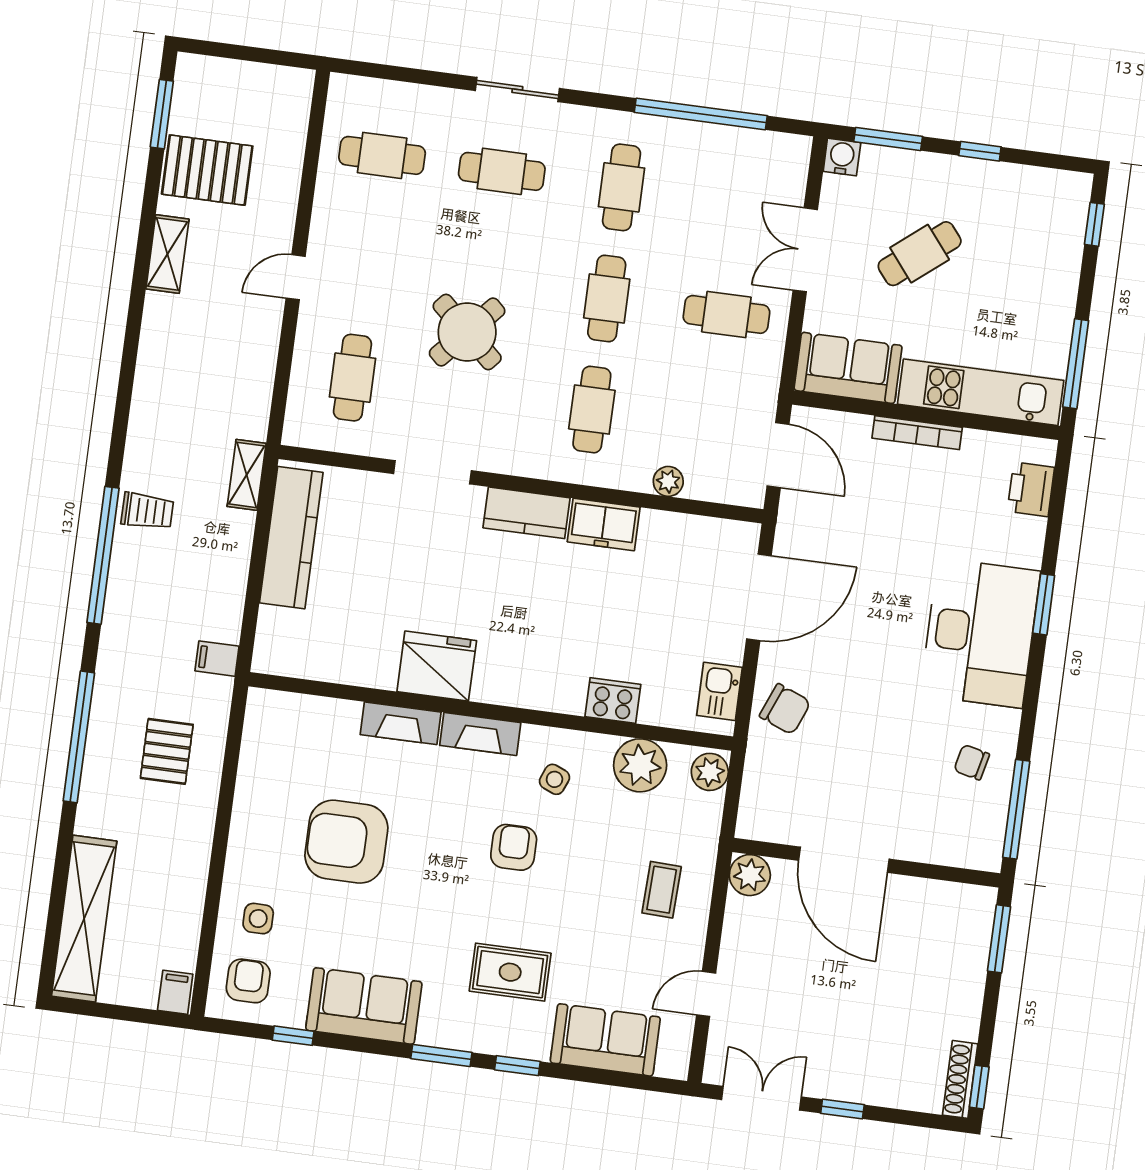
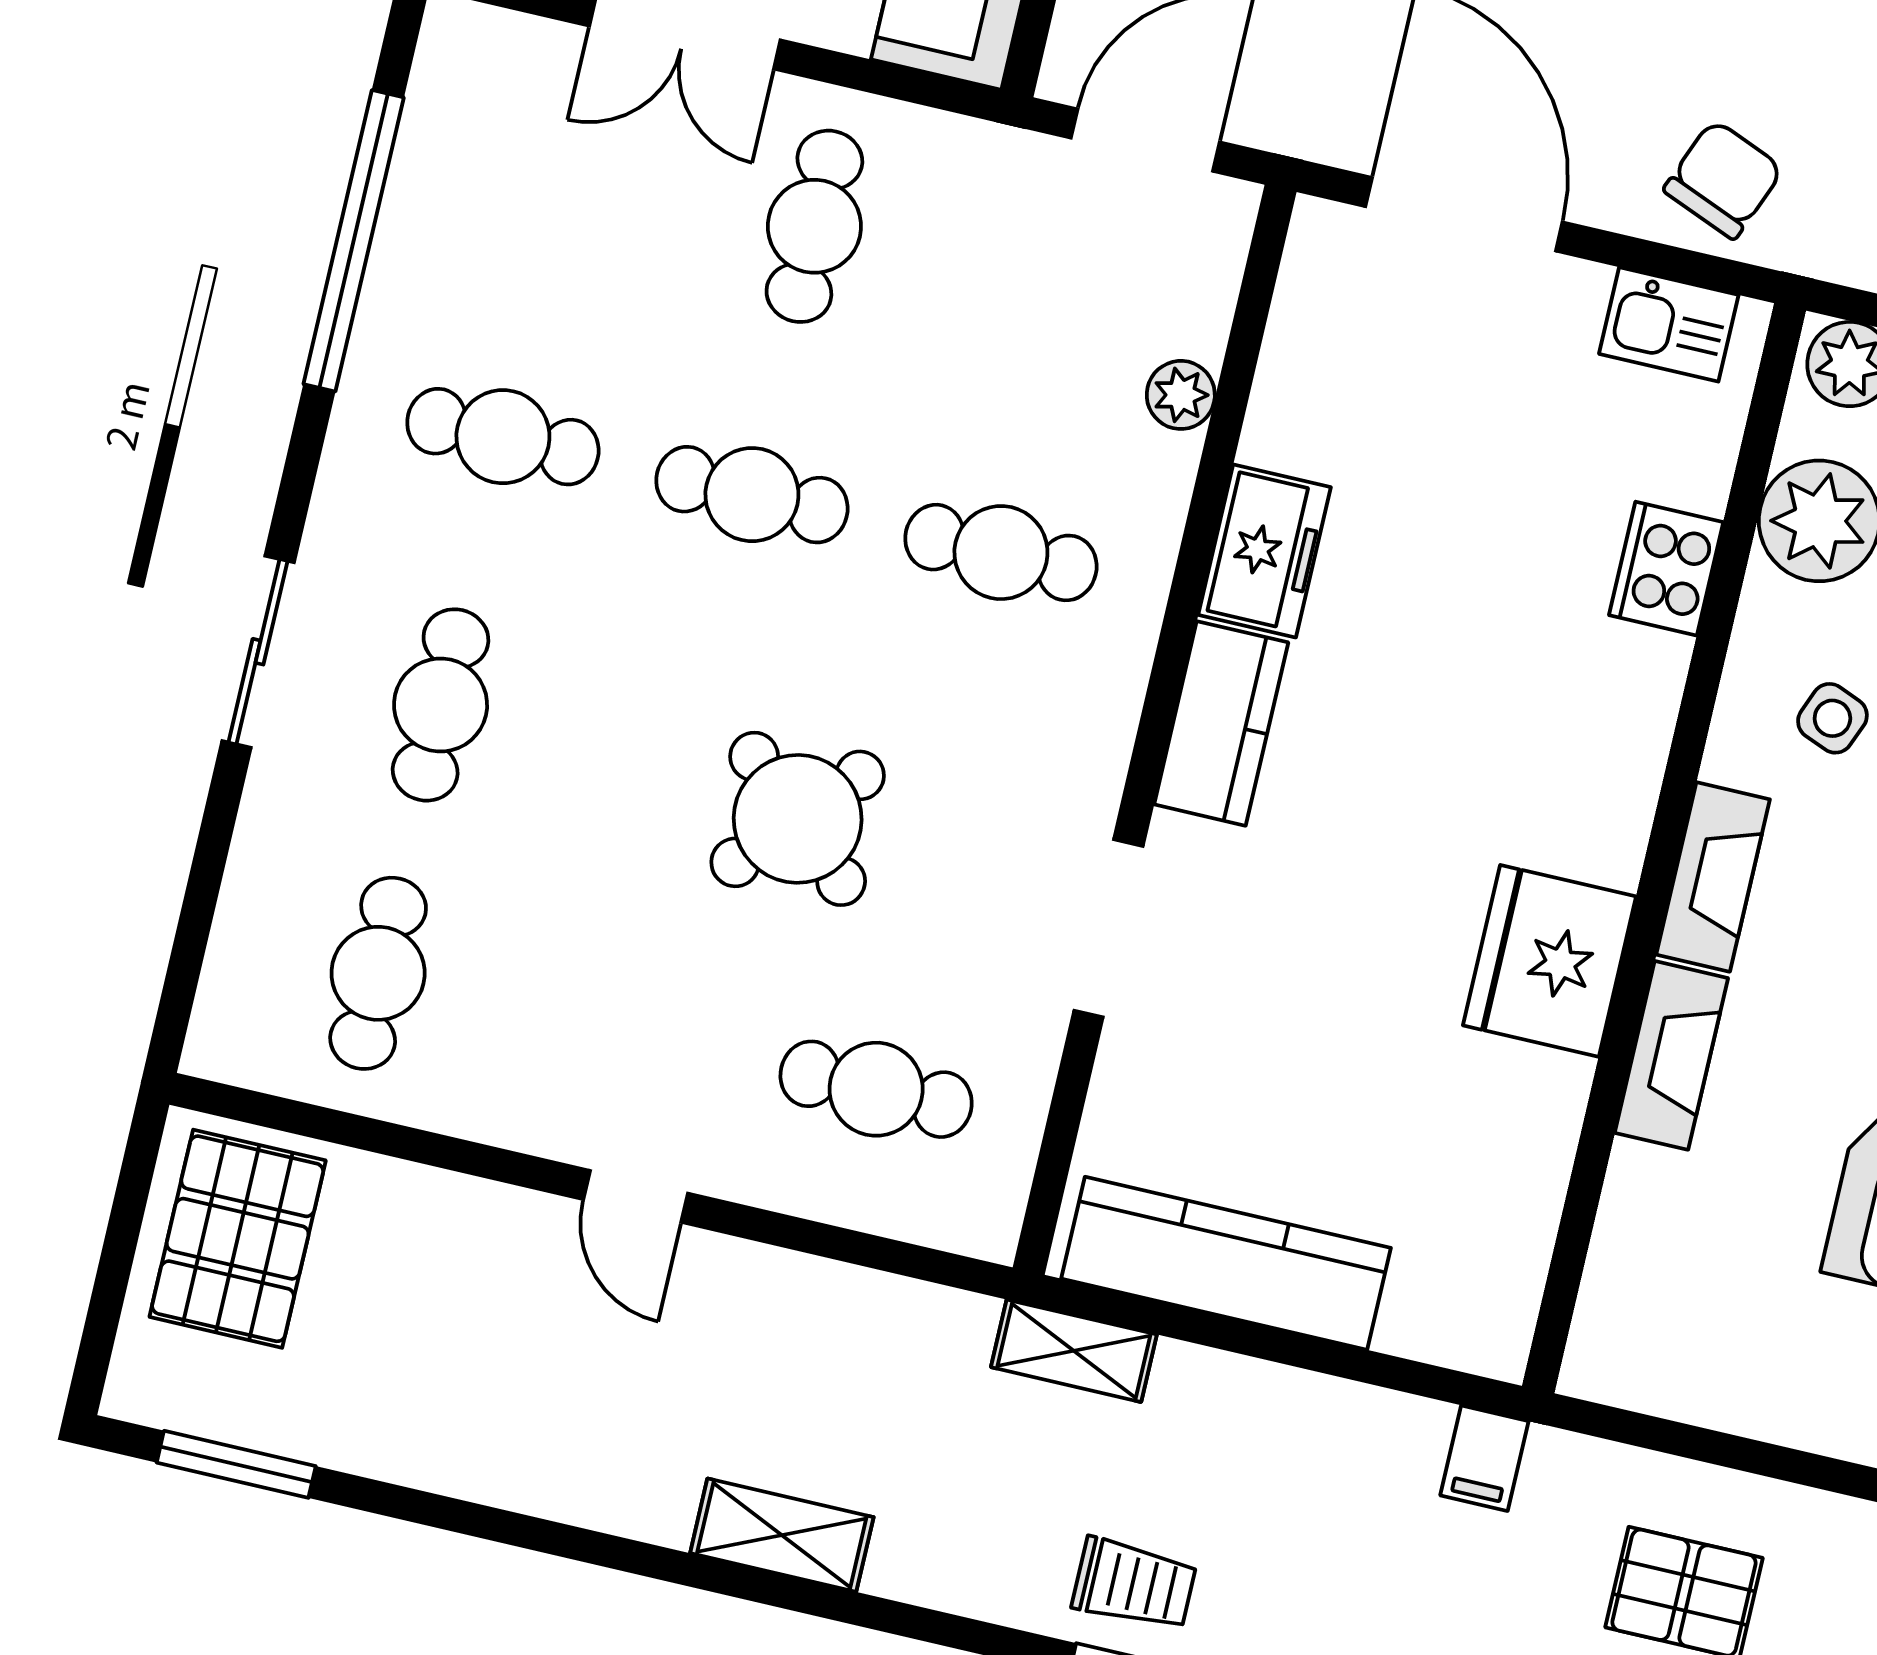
pallet: (207, 170) -> (238, 1239), moved
shelving: (167, 254) -> (782, 1535), moved
trolley: (147, 511) -> (1134, 1584), turned 90

